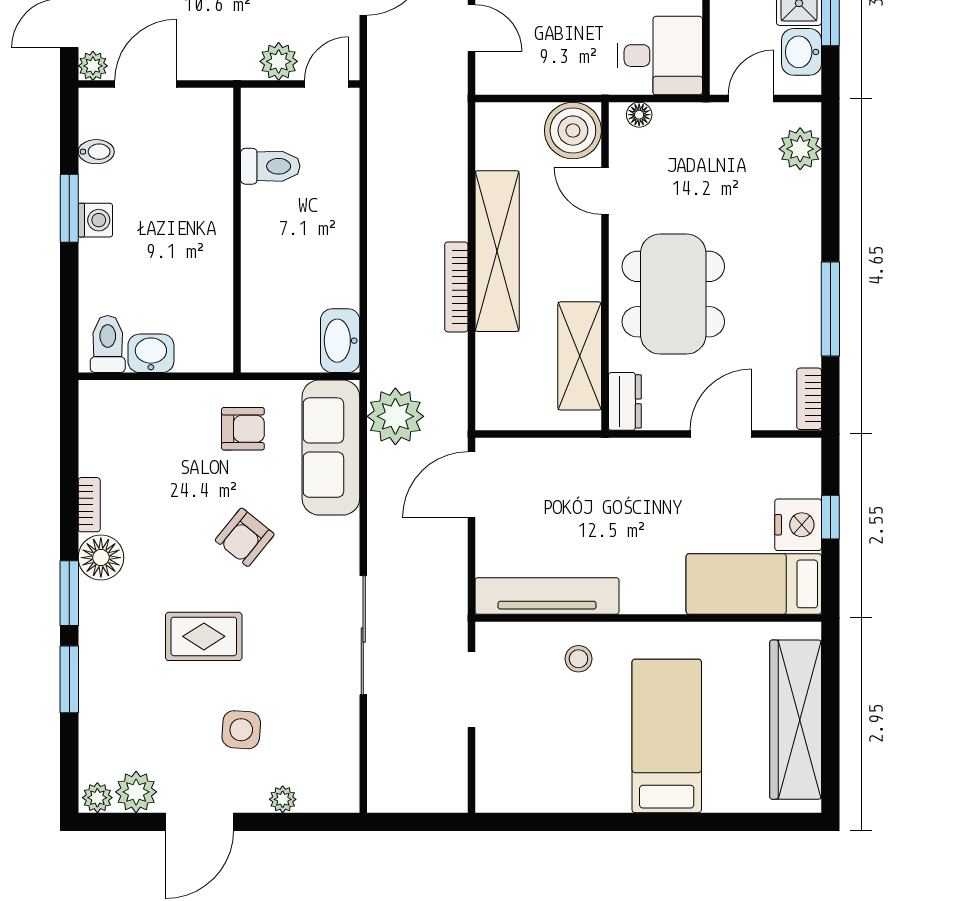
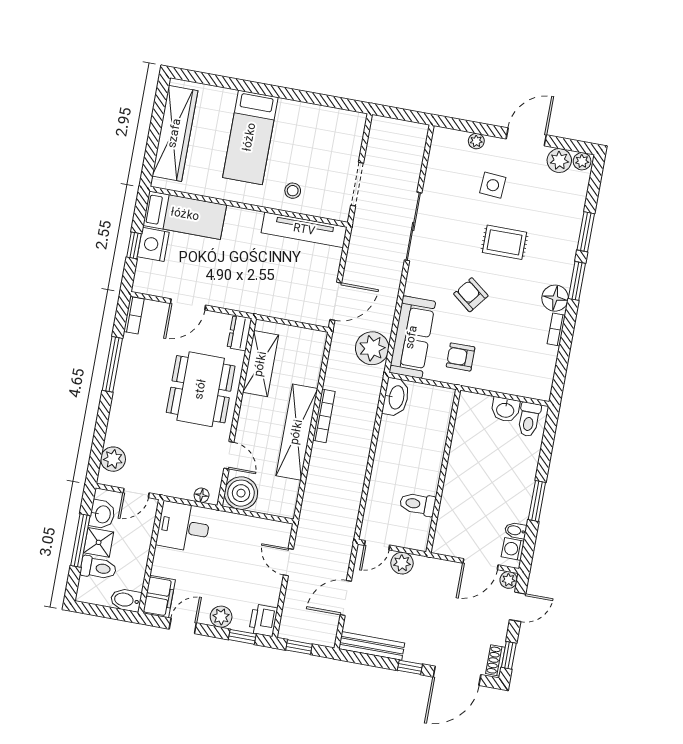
washing machine: (95, 220) -> (513, 549), moved
armchair: (245, 537) -> (471, 295), turned -91

